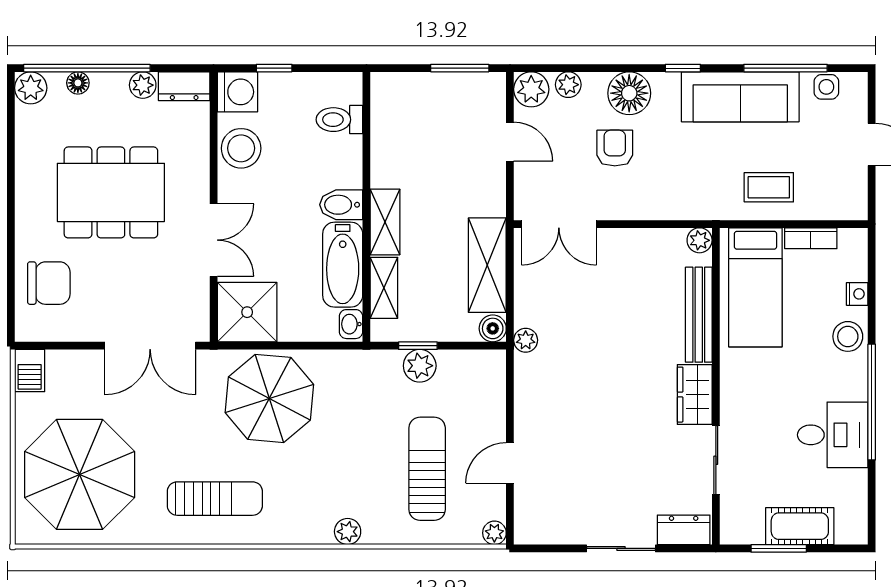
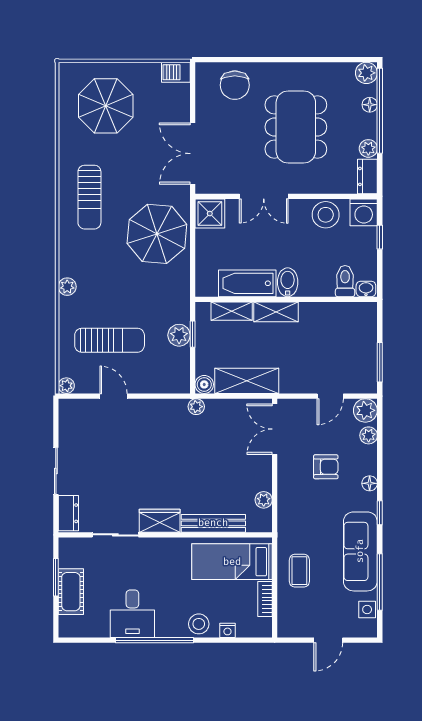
floor lamp: (629, 93) -> (370, 483), width x0.53, depth x0.53
plant: (700, 240) -> (264, 500), moved
shower: (247, 312) -> (210, 214), width x0.73, depth x0.73
washbasin: (351, 324) -> (366, 289), moved
parasol: (80, 474) -> (106, 106), width x0.73, depth x0.73

